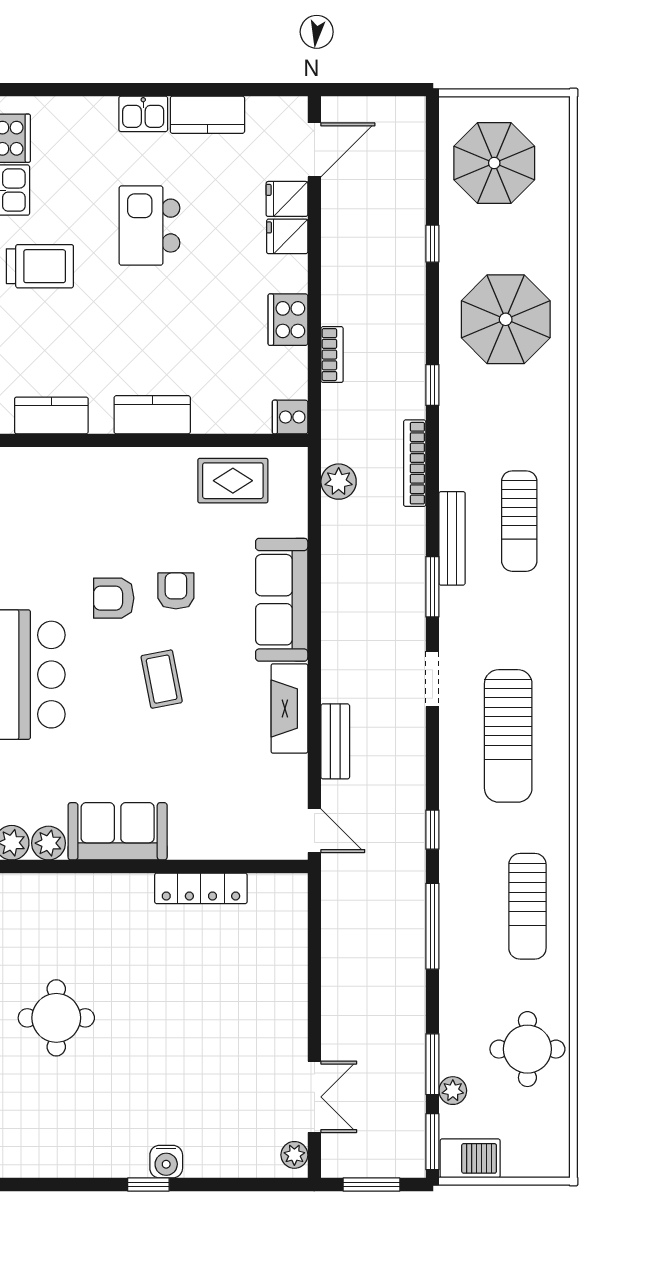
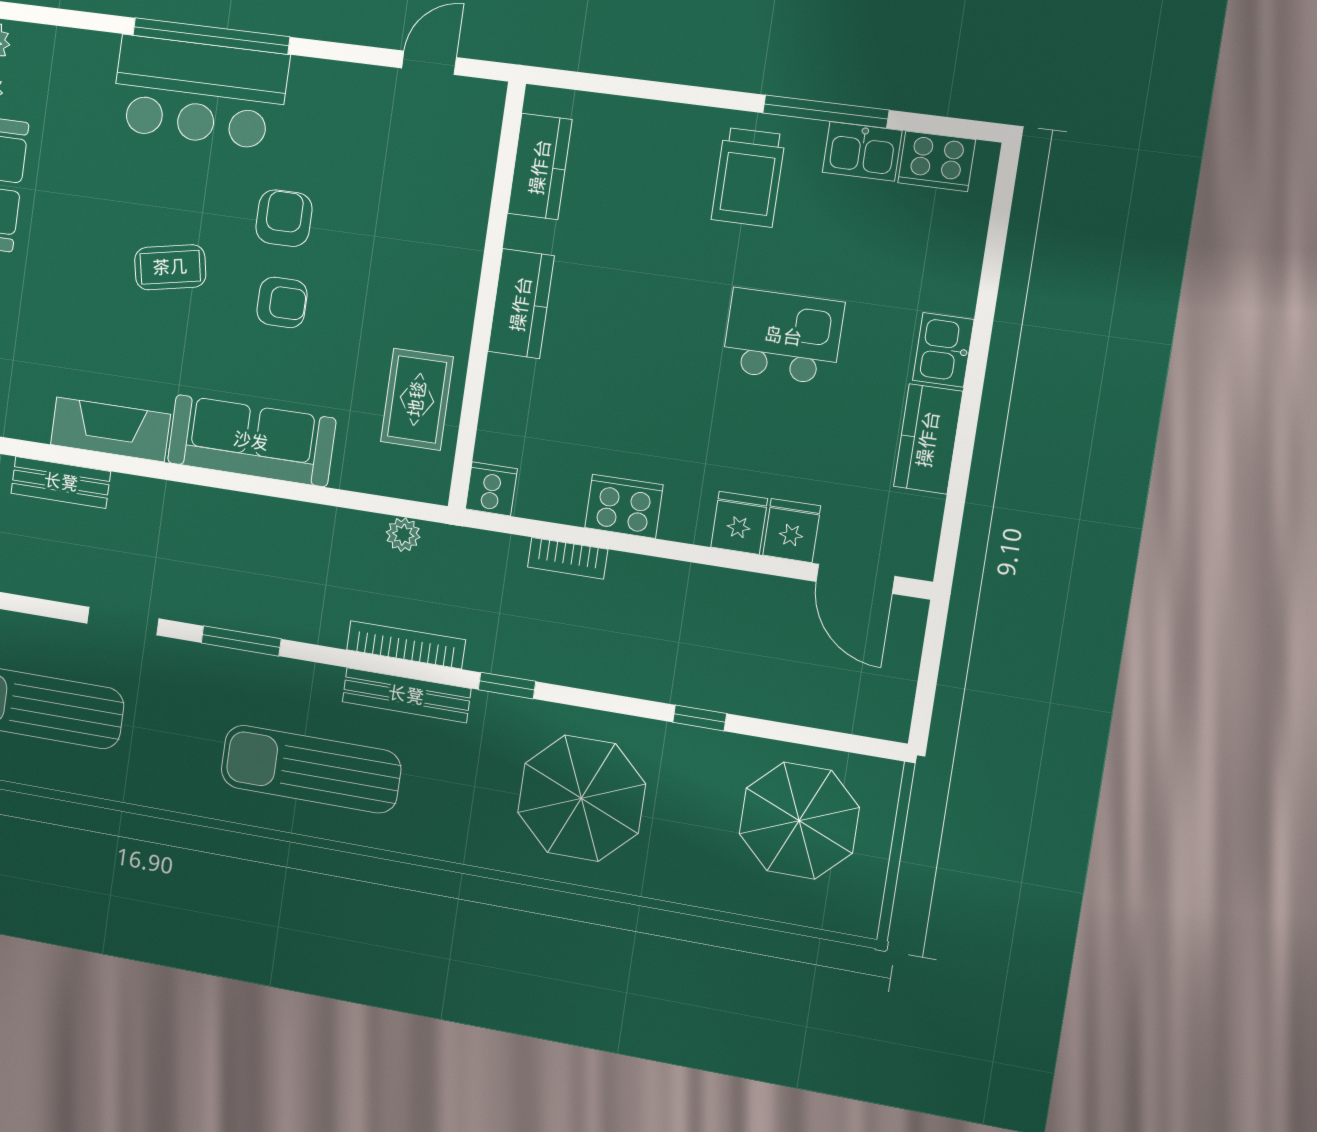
plant: (339, 482) -> (403, 535), width x0.73, depth x0.73
sun lounger: (519, 521) -> (311, 769), width x1.36, depth x1.34
bench: (452, 538) -> (406, 695), moved

